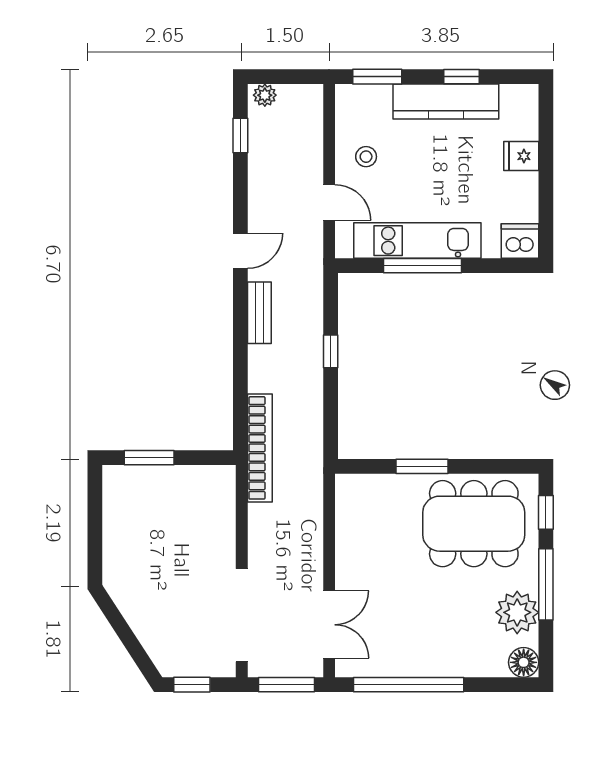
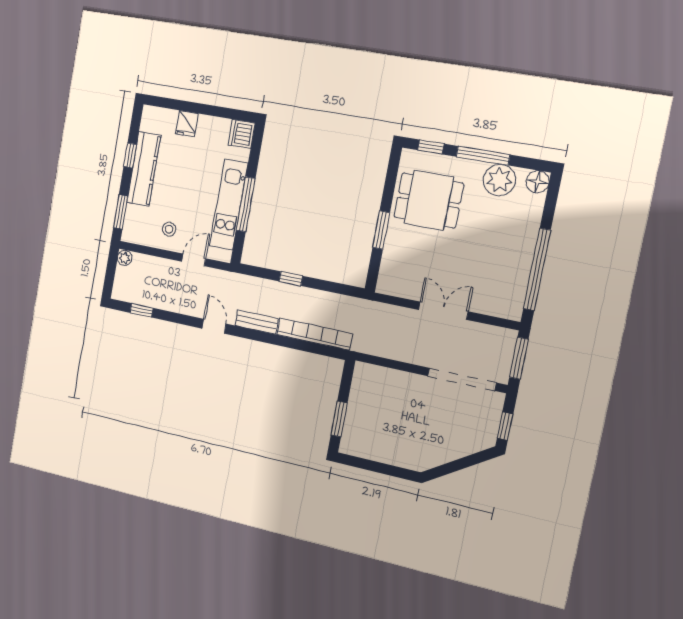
plant: (265, 95) -> (125, 258), moved
bookcase: (260, 448) -> (314, 334), moved
dining table: (474, 524) -> (429, 200), width x0.73
double door: (329, 625) -> (443, 311), moved

